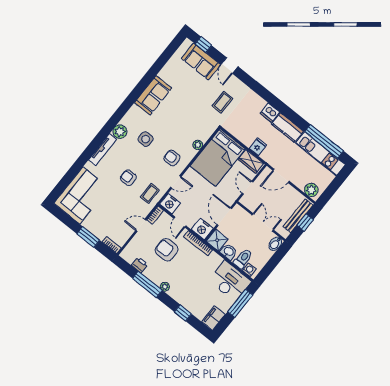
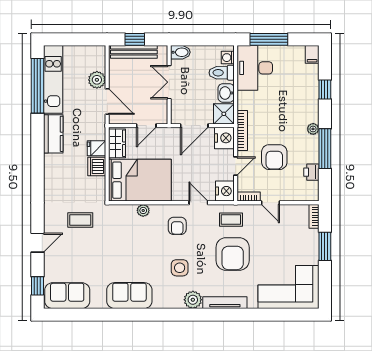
sofa: (201, 62) -> (67, 296), moved, turned -90
dishwasher: (270, 113) -> (97, 166), moved, turned 180
armchair: (128, 178) -> (233, 254), width x1.88, depth x1.88
plant: (311, 190) -> (97, 80), moved
filing cabinet: (214, 318) -> (312, 54), width x0.50

